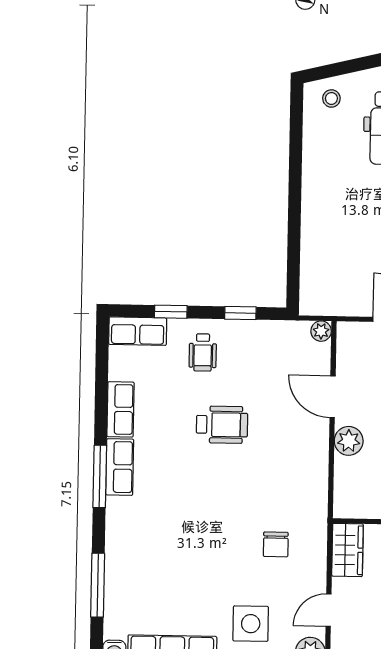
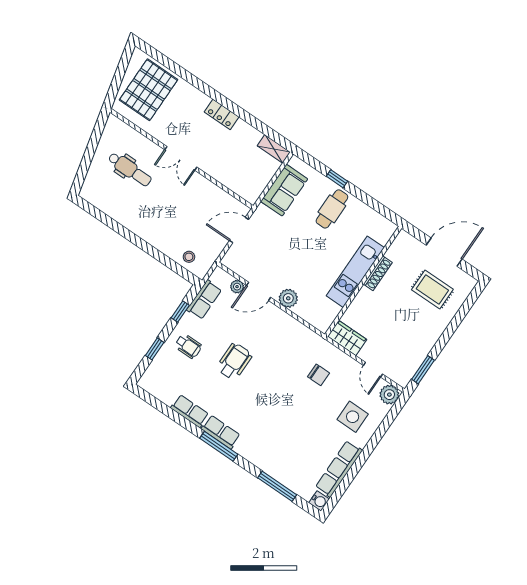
stool: (331, 98) -> (189, 257), moved
row of seats: (138, 331) -> (204, 300), moved
plant: (321, 331) -> (237, 287), moved

